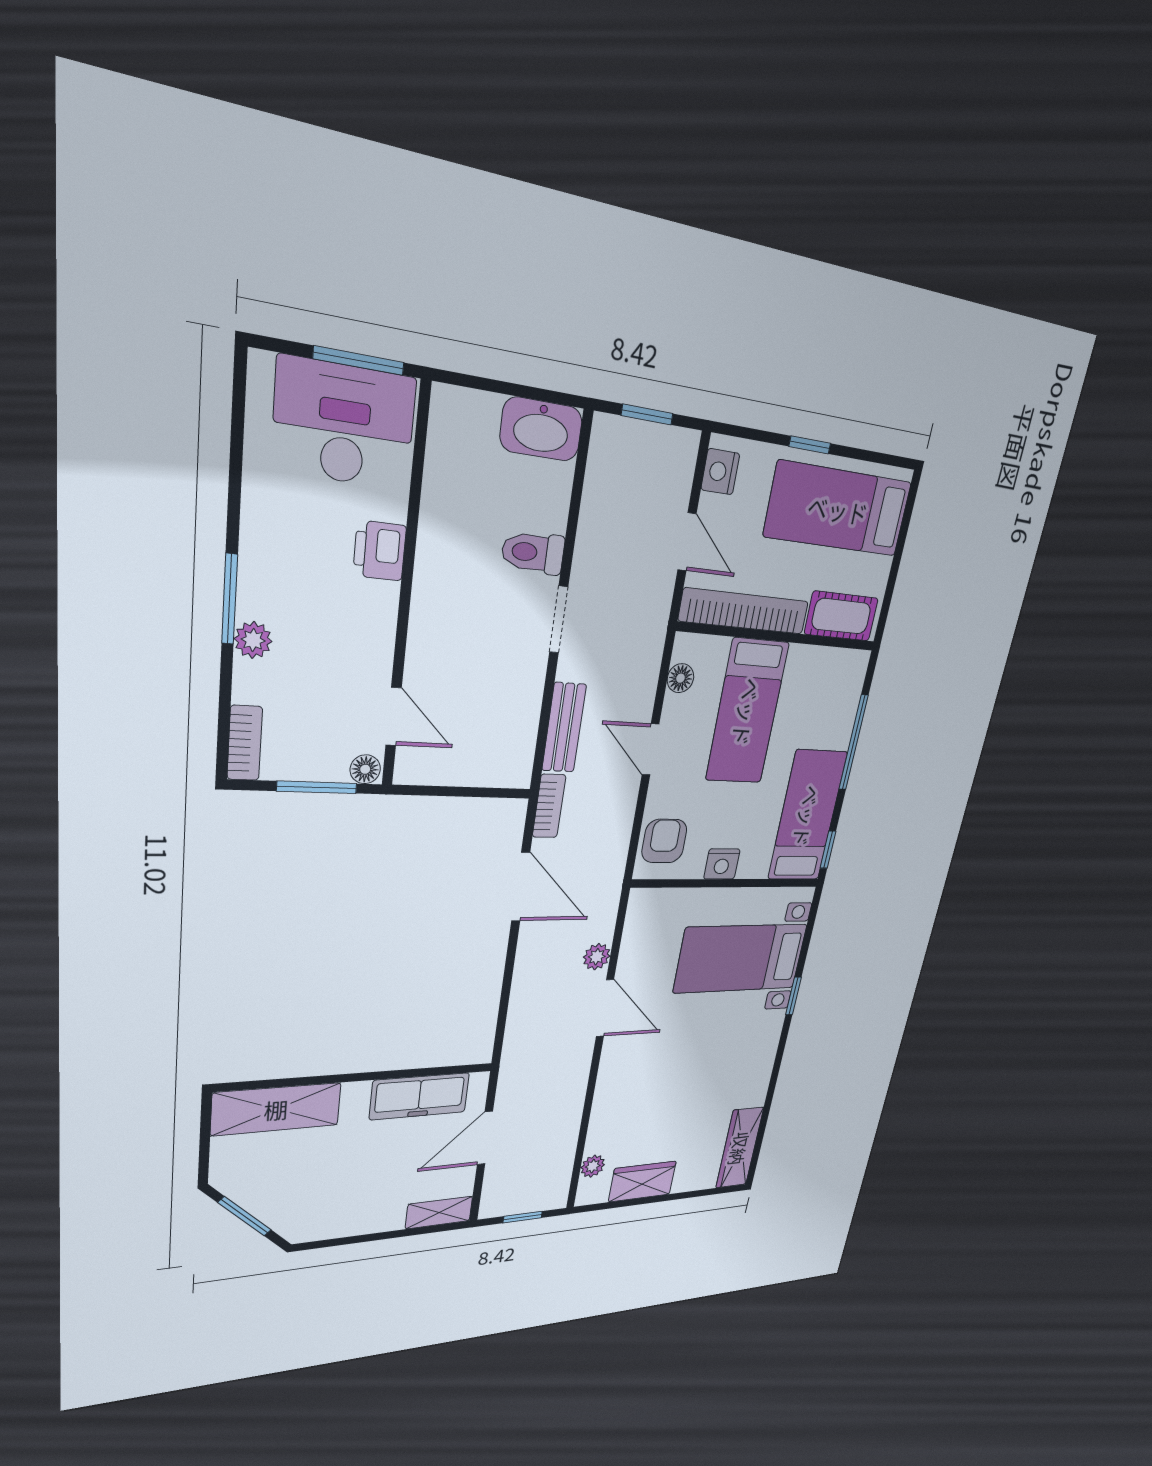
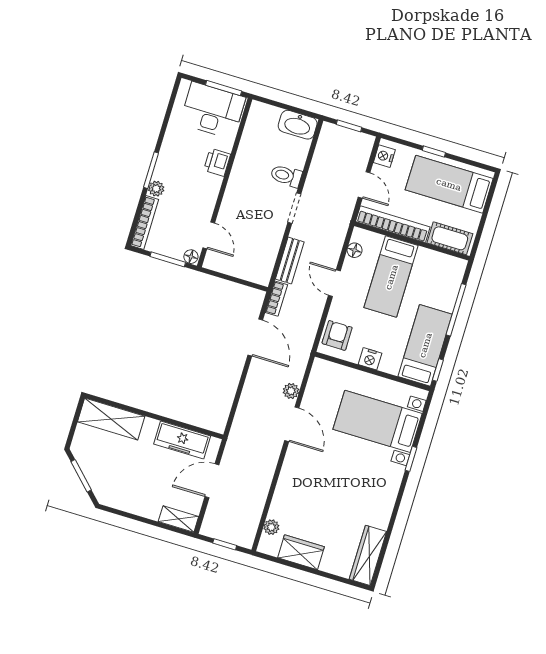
bookcase: (245, 743) -> (145, 223), width x1.56

